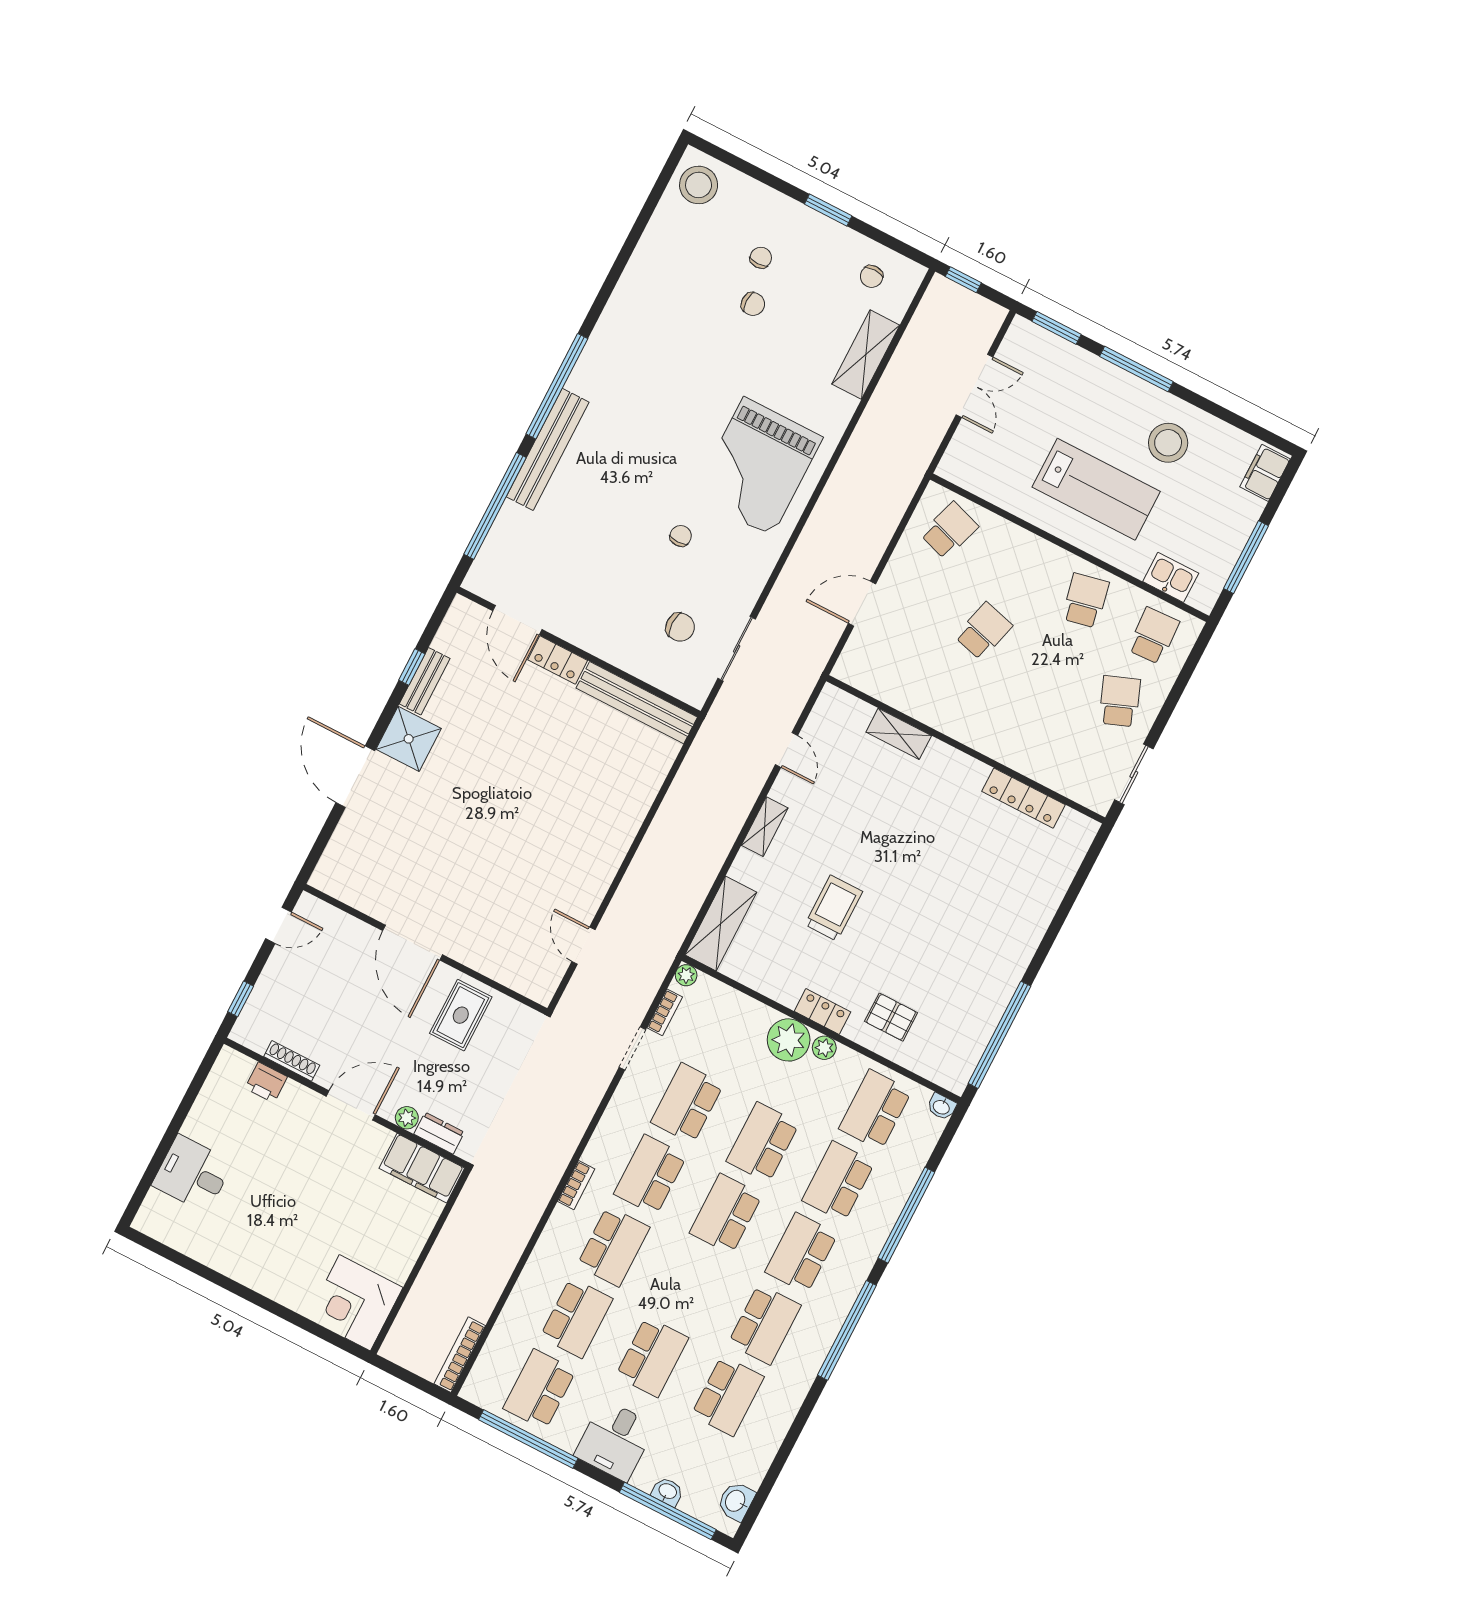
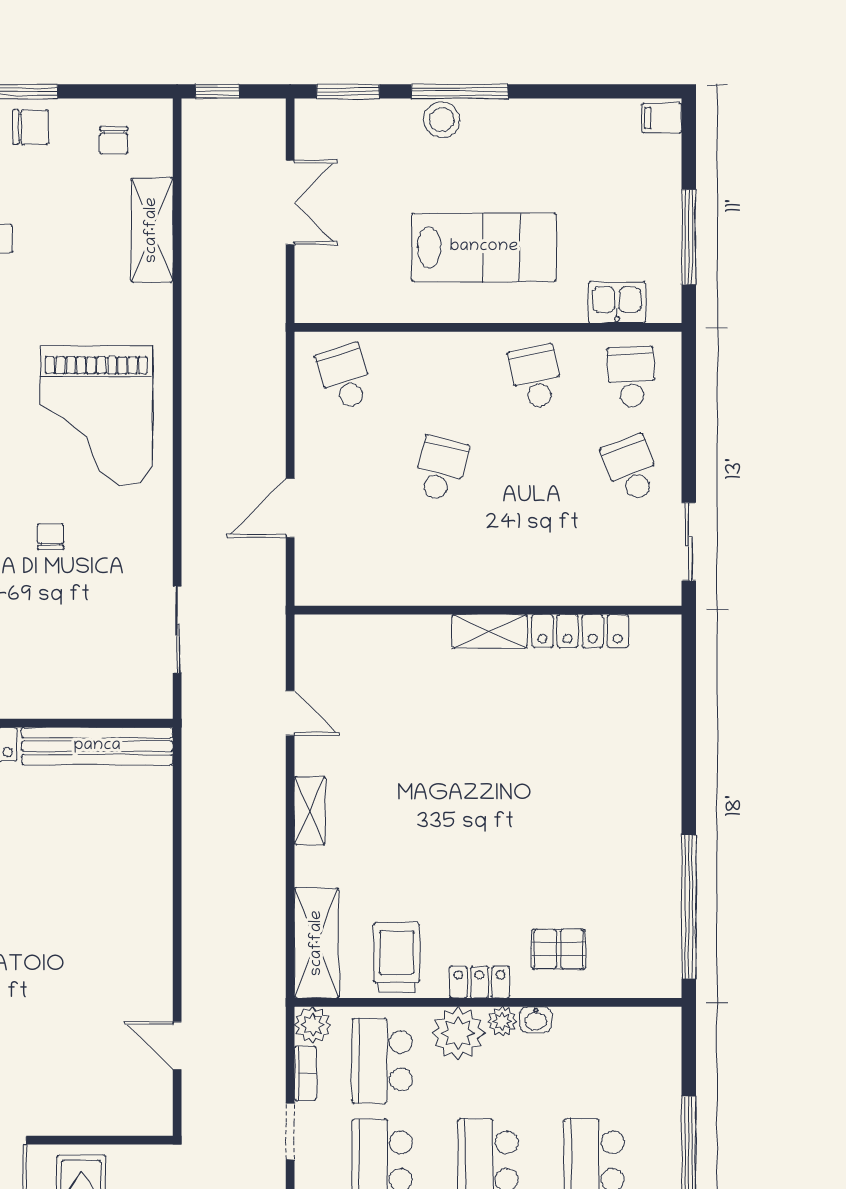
stool: (1168, 443) -> (442, 120), moved, width x0.73, depth x0.73
filing cabinet: (1265, 473) -> (662, 118), width x0.50
school desk: (949, 530) -> (345, 377), turned -36
chair: (680, 627) -> (31, 127), moved
shelving: (899, 734) -> (490, 631), moved
trolley: (834, 908) -> (397, 957), moved
plant: (686, 975) -> (313, 1025), width x1.38, depth x1.38
washbasin: (942, 1107) -> (536, 1020), moved
school desk: (875, 1110) -> (382, 1061), moved

